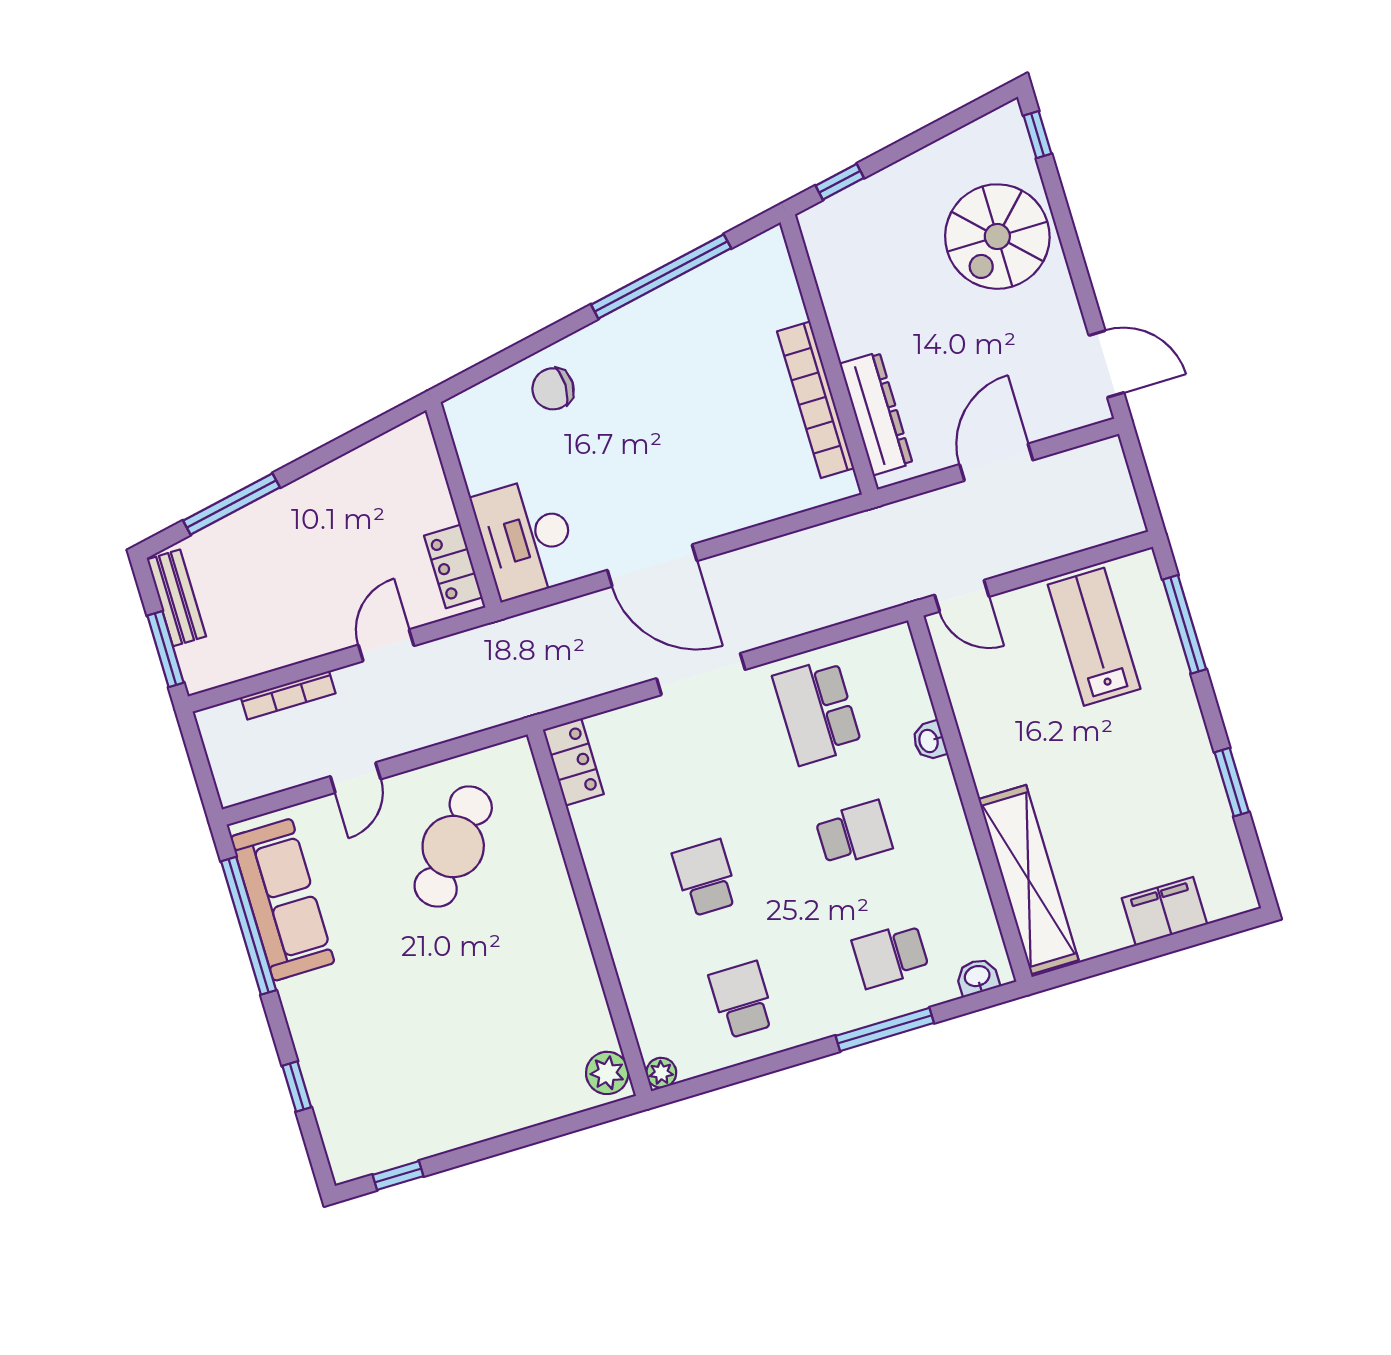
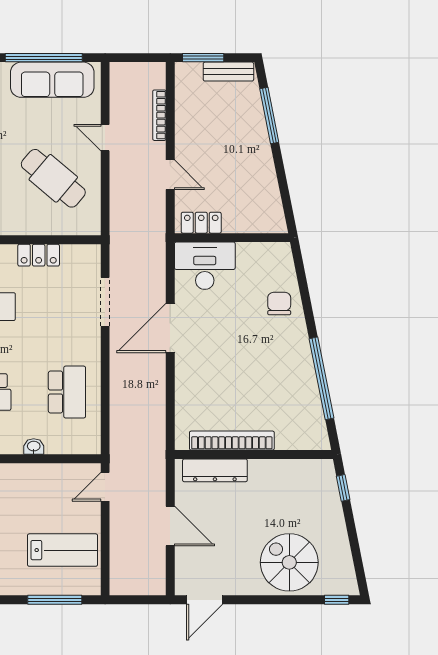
doorway: (701, 674) -> (105, 302), moved
school desk: (817, 711) -> (67, 392), turned 90
locker: (573, 762) -> (39, 255), moved

